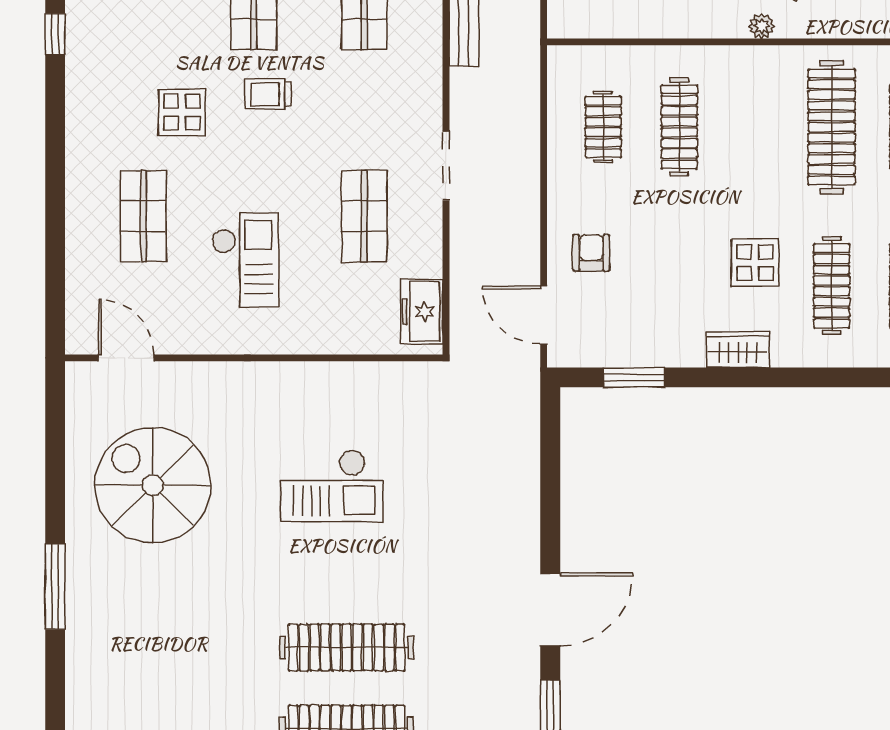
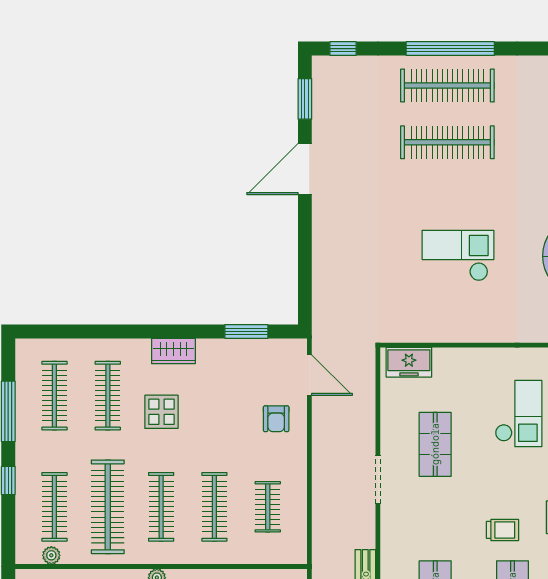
clothes rail: (755, 127) -> (161, 507), added
checkout: (245, 260) -> (519, 414), turned 180
freezer: (422, 312) -> (409, 362), moved, turned 90

